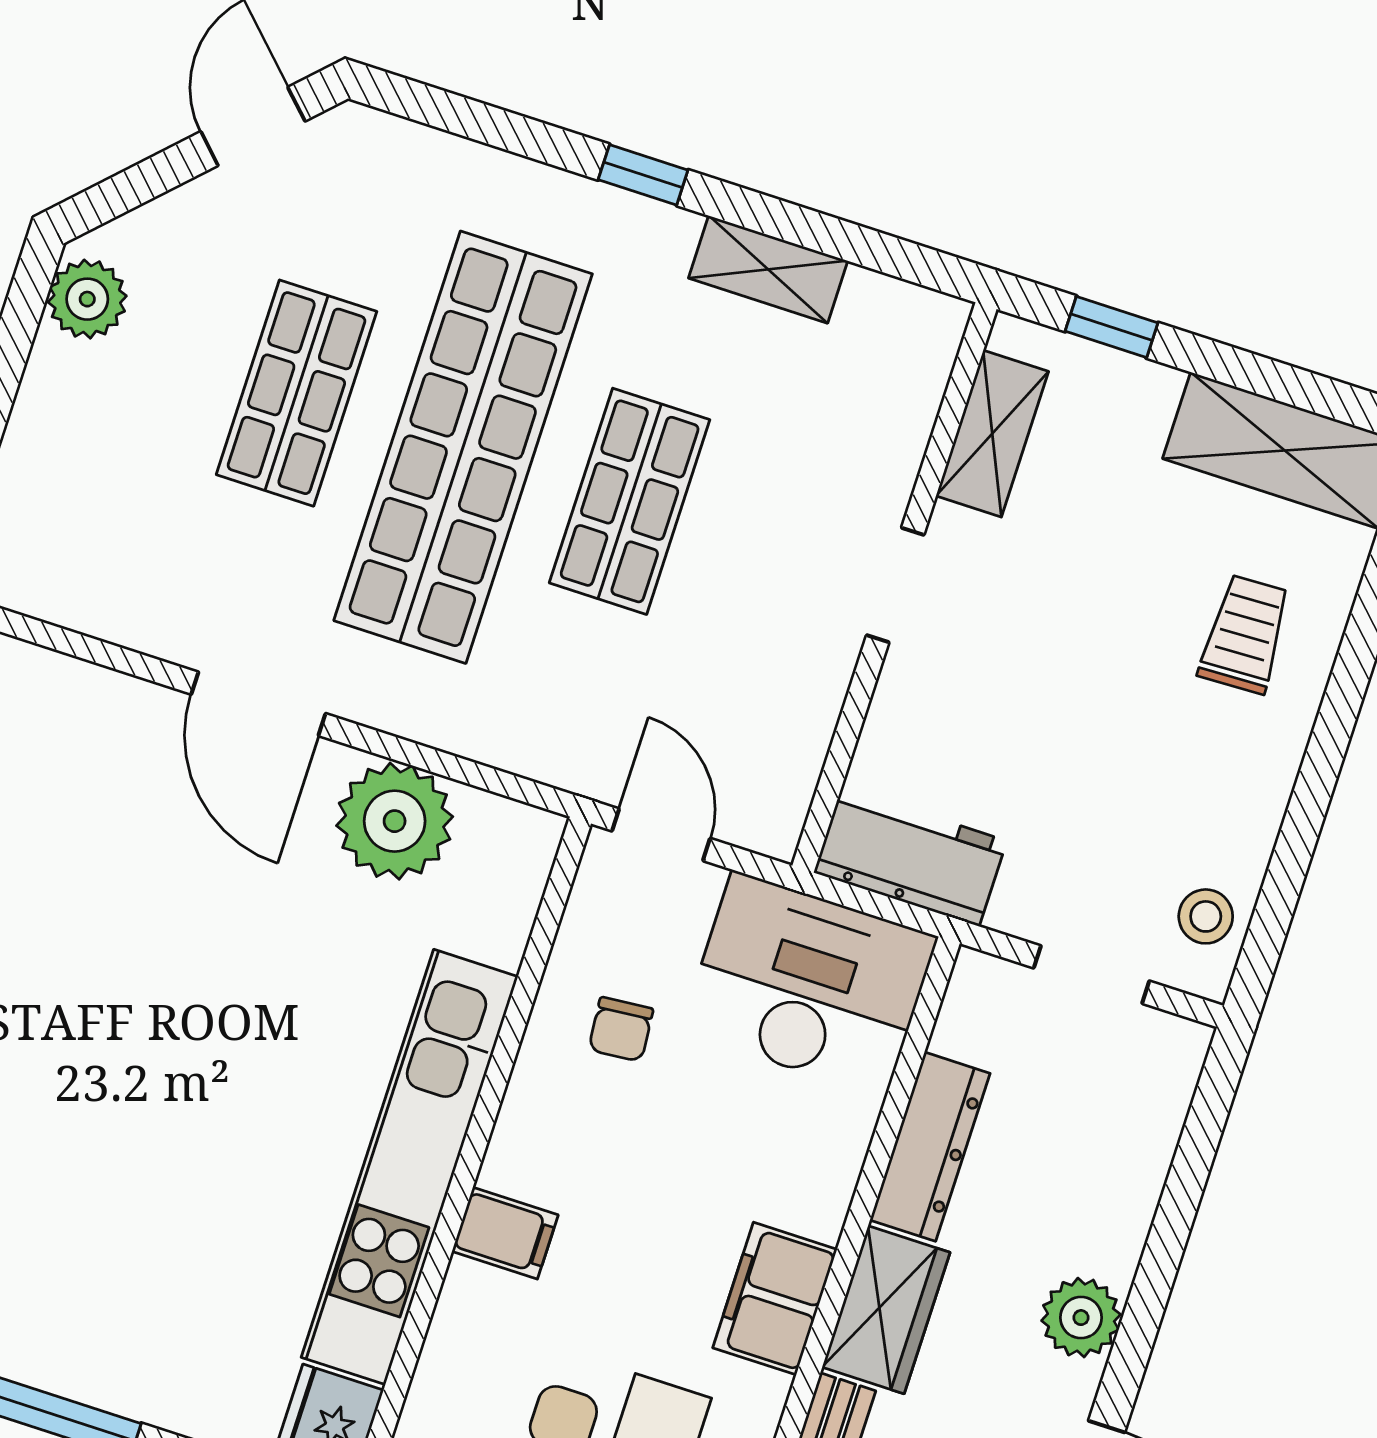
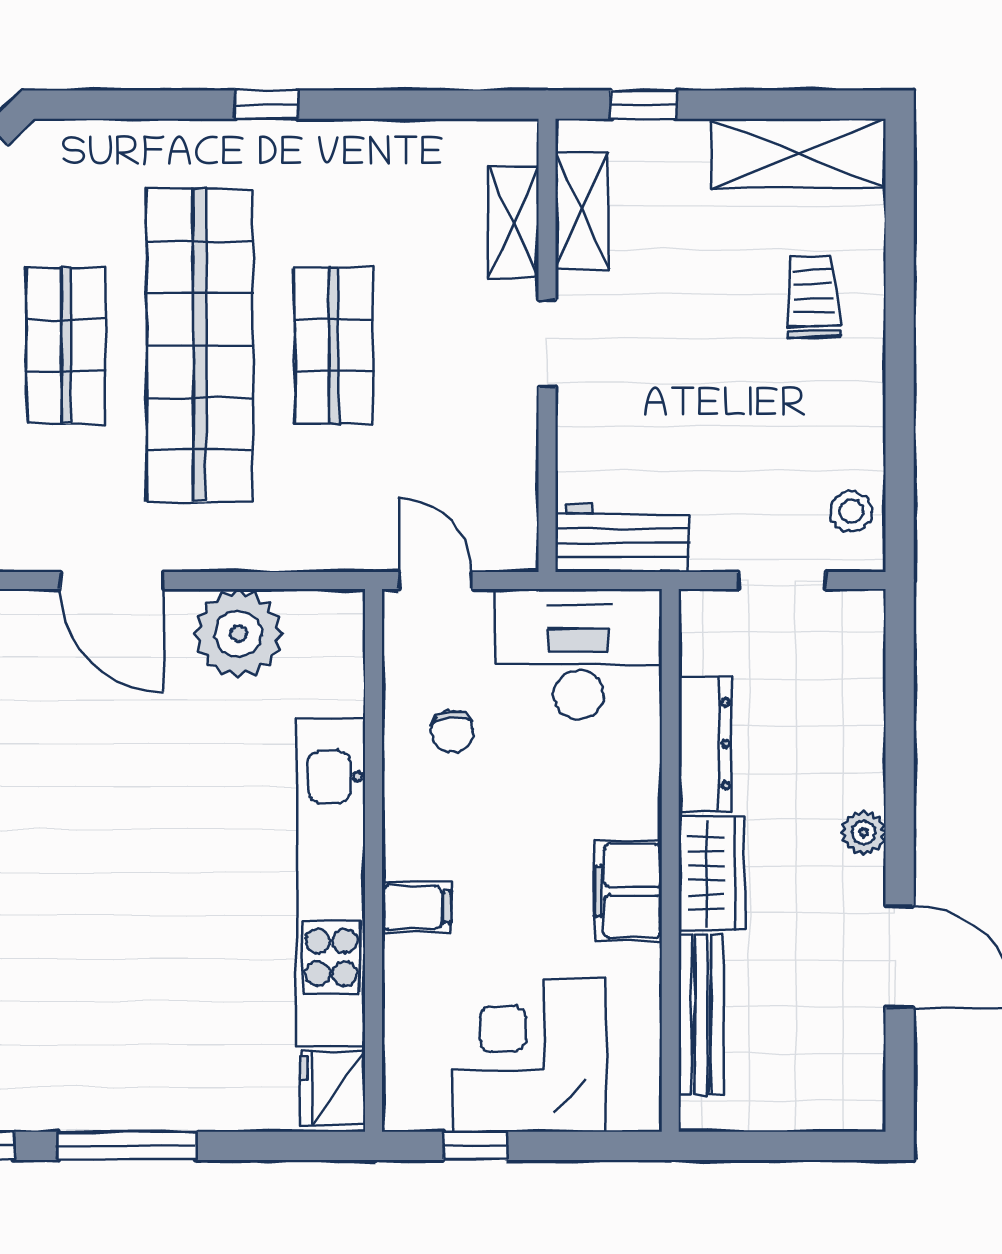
shelving: (768, 269) -> (513, 222), moved, turned 90
plant: (1081, 1318) -> (864, 833), width x0.73, depth x0.73

